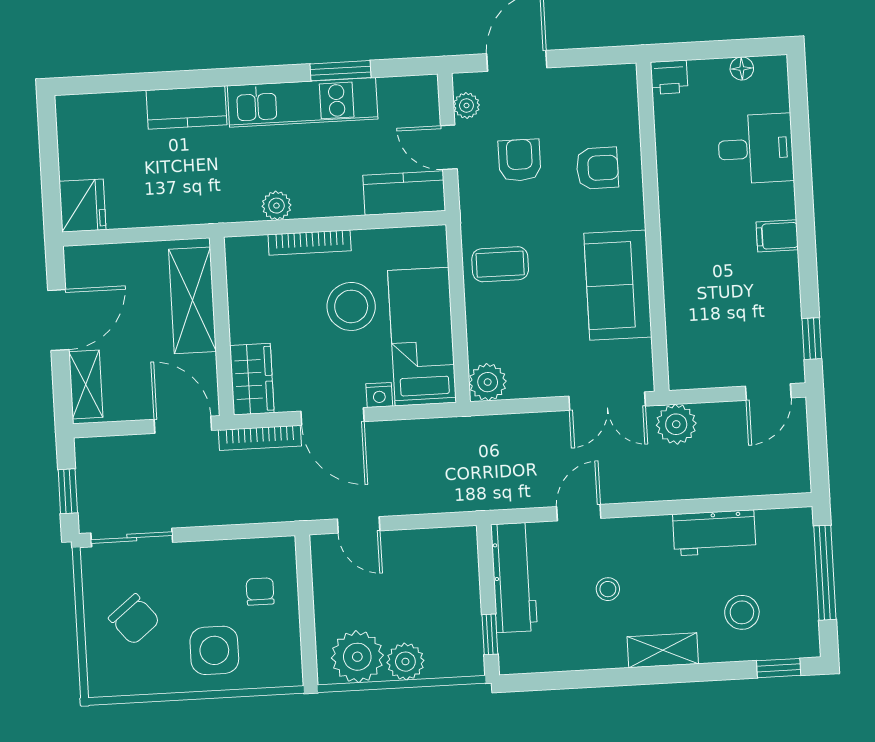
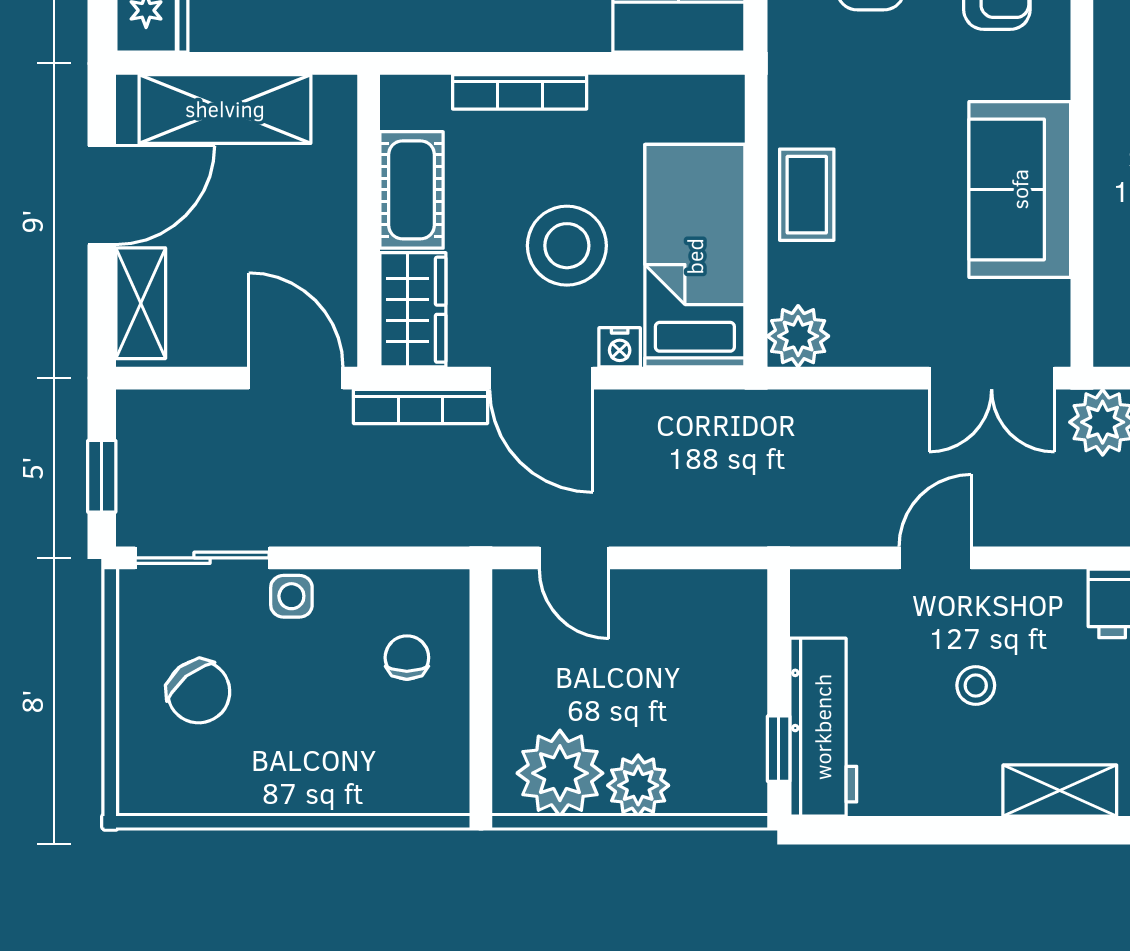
plant: (276, 206) -> (469, 28), removed
coffee table: (500, 264) -> (807, 195), moved, turned 90
shelving: (192, 300) -> (225, 109), moved, turned 90
cot: (247, 306) -> (411, 190), added
stool: (351, 306) -> (567, 246), moved
workbench: (514, 578) -> (823, 727), moved
side table: (214, 650) -> (291, 596), moved, width x0.54, depth x0.54

